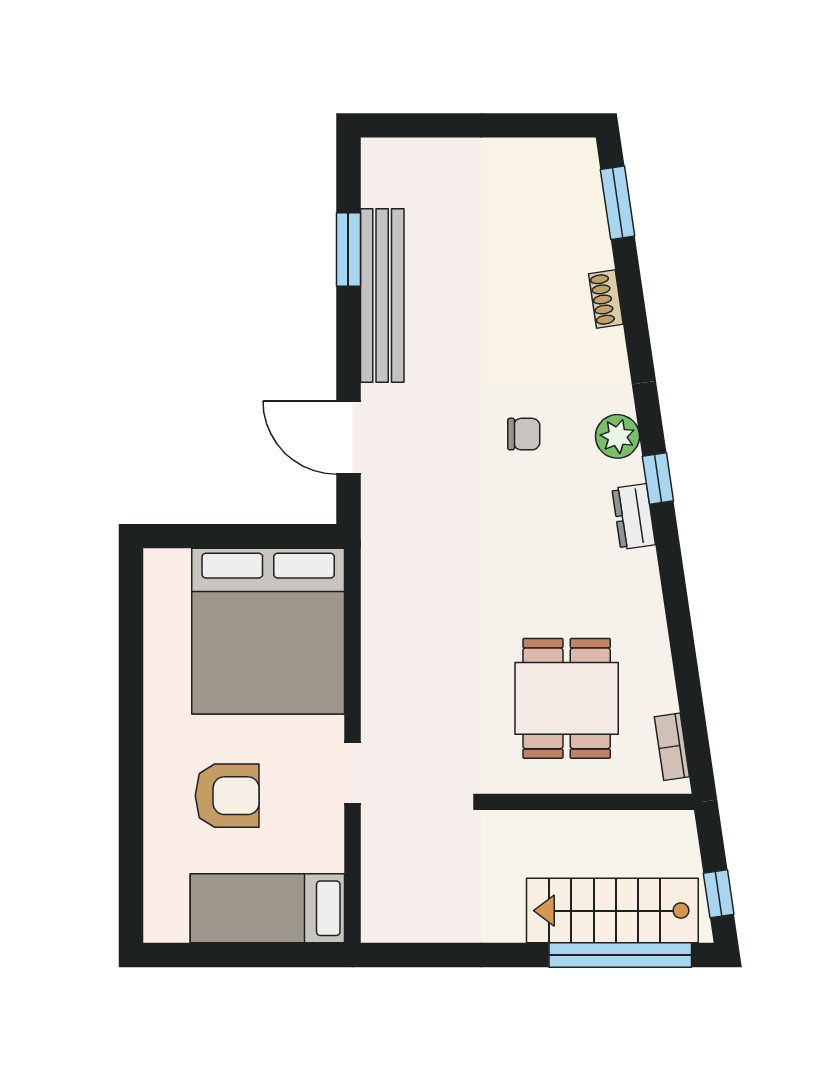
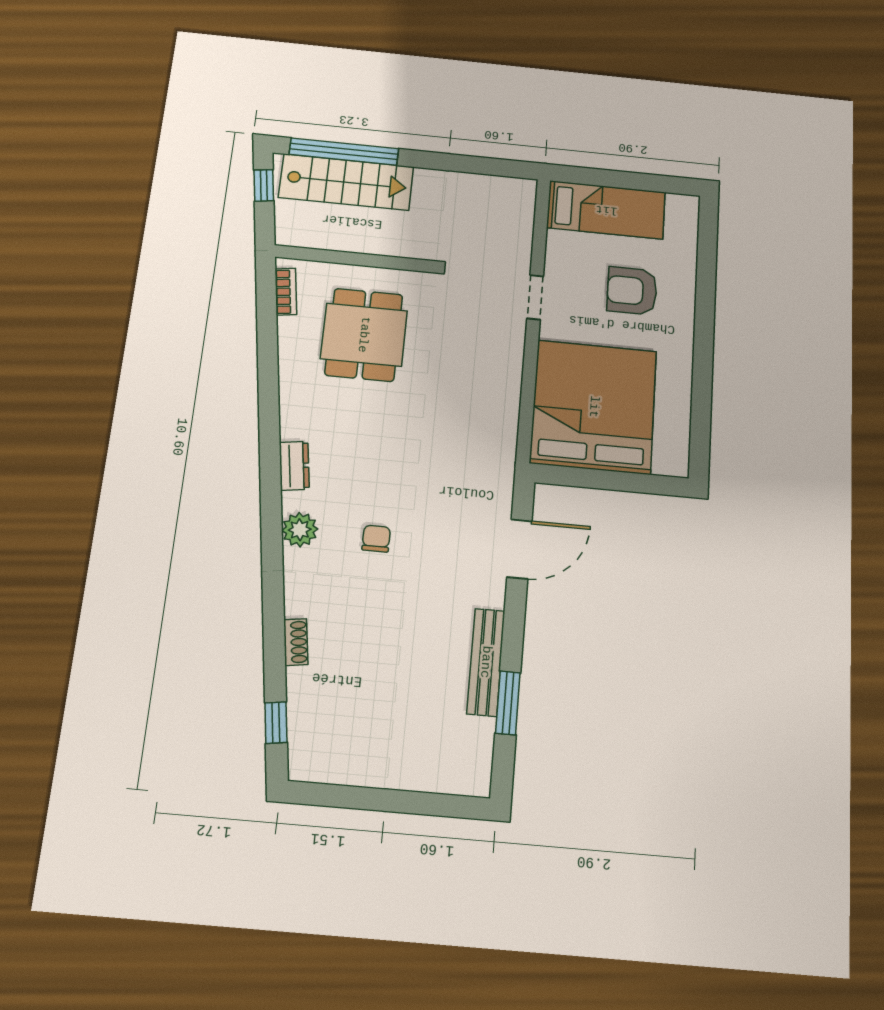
window: (618, 203) -> (276, 723), width x0.67
bench: (382, 295) -> (486, 662), width x0.73, depth x0.82
chair: (524, 434) -> (376, 539), turned 90
door: (348, 438) -> (519, 549), hinge flipped
window: (658, 479) -> (271, 493), removed

